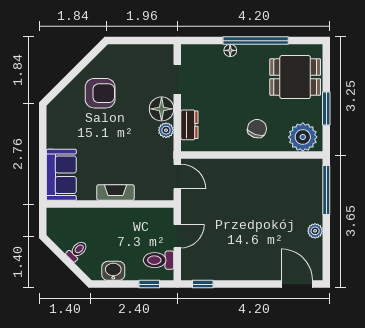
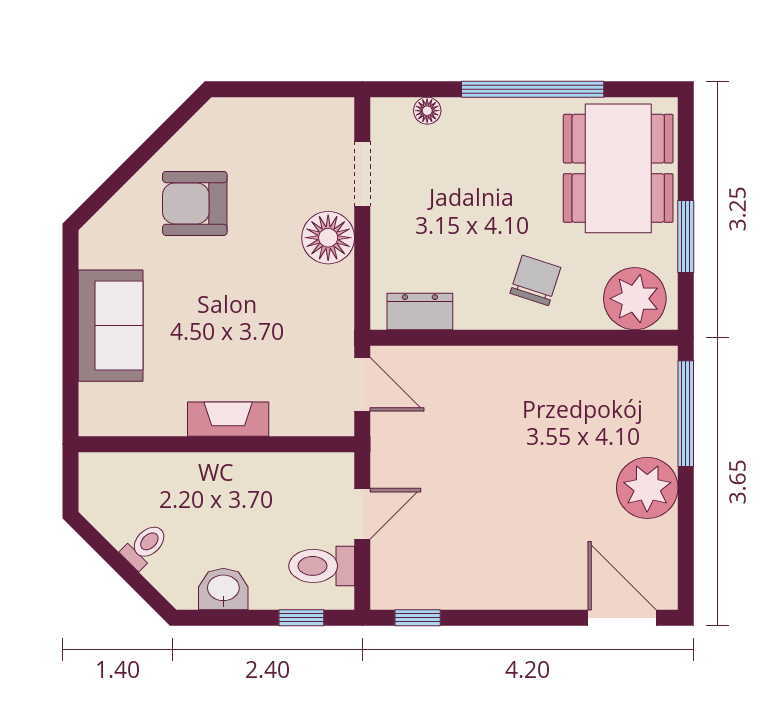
floor lamp: (230, 50) -> (427, 111), moved
dining table: (295, 77) -> (618, 168), width x1.37
armchair: (100, 93) -> (195, 203), turned 180
dresser: (189, 125) -> (420, 311), moved, turned -90
plant: (166, 130) -> (338, 284), removed
sofa: (61, 175) -> (111, 326), moved
plant: (315, 231) -> (647, 488), width x1.88, depth x1.88

